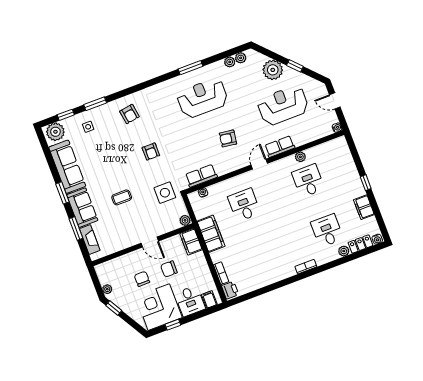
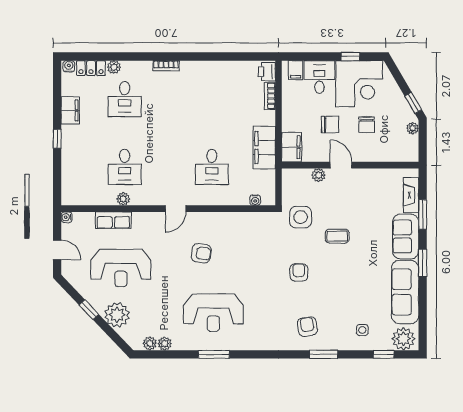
window: (95, 104) -> (323, 354), moved
row of seats: (280, 147) -> (113, 220), moved
row of seats: (201, 176) -> (250, 221), removed
coffee table: (122, 197) -> (337, 236), moved
plant: (185, 220) -> (319, 175), moved

